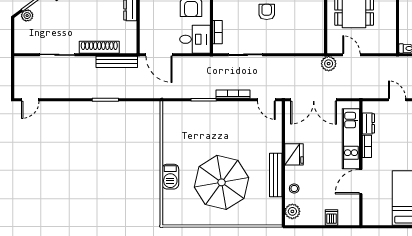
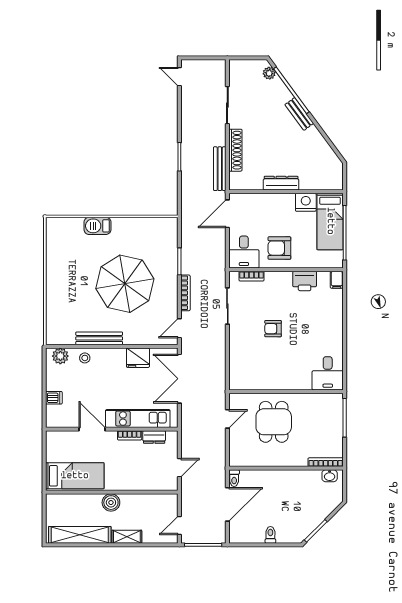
armchair: (267, 12) -> (273, 329), turned 180
plant: (329, 64) -> (218, 395), removed
fridge: (294, 154) -> (138, 358), moved
parasol: (222, 182) -> (125, 284), moved

